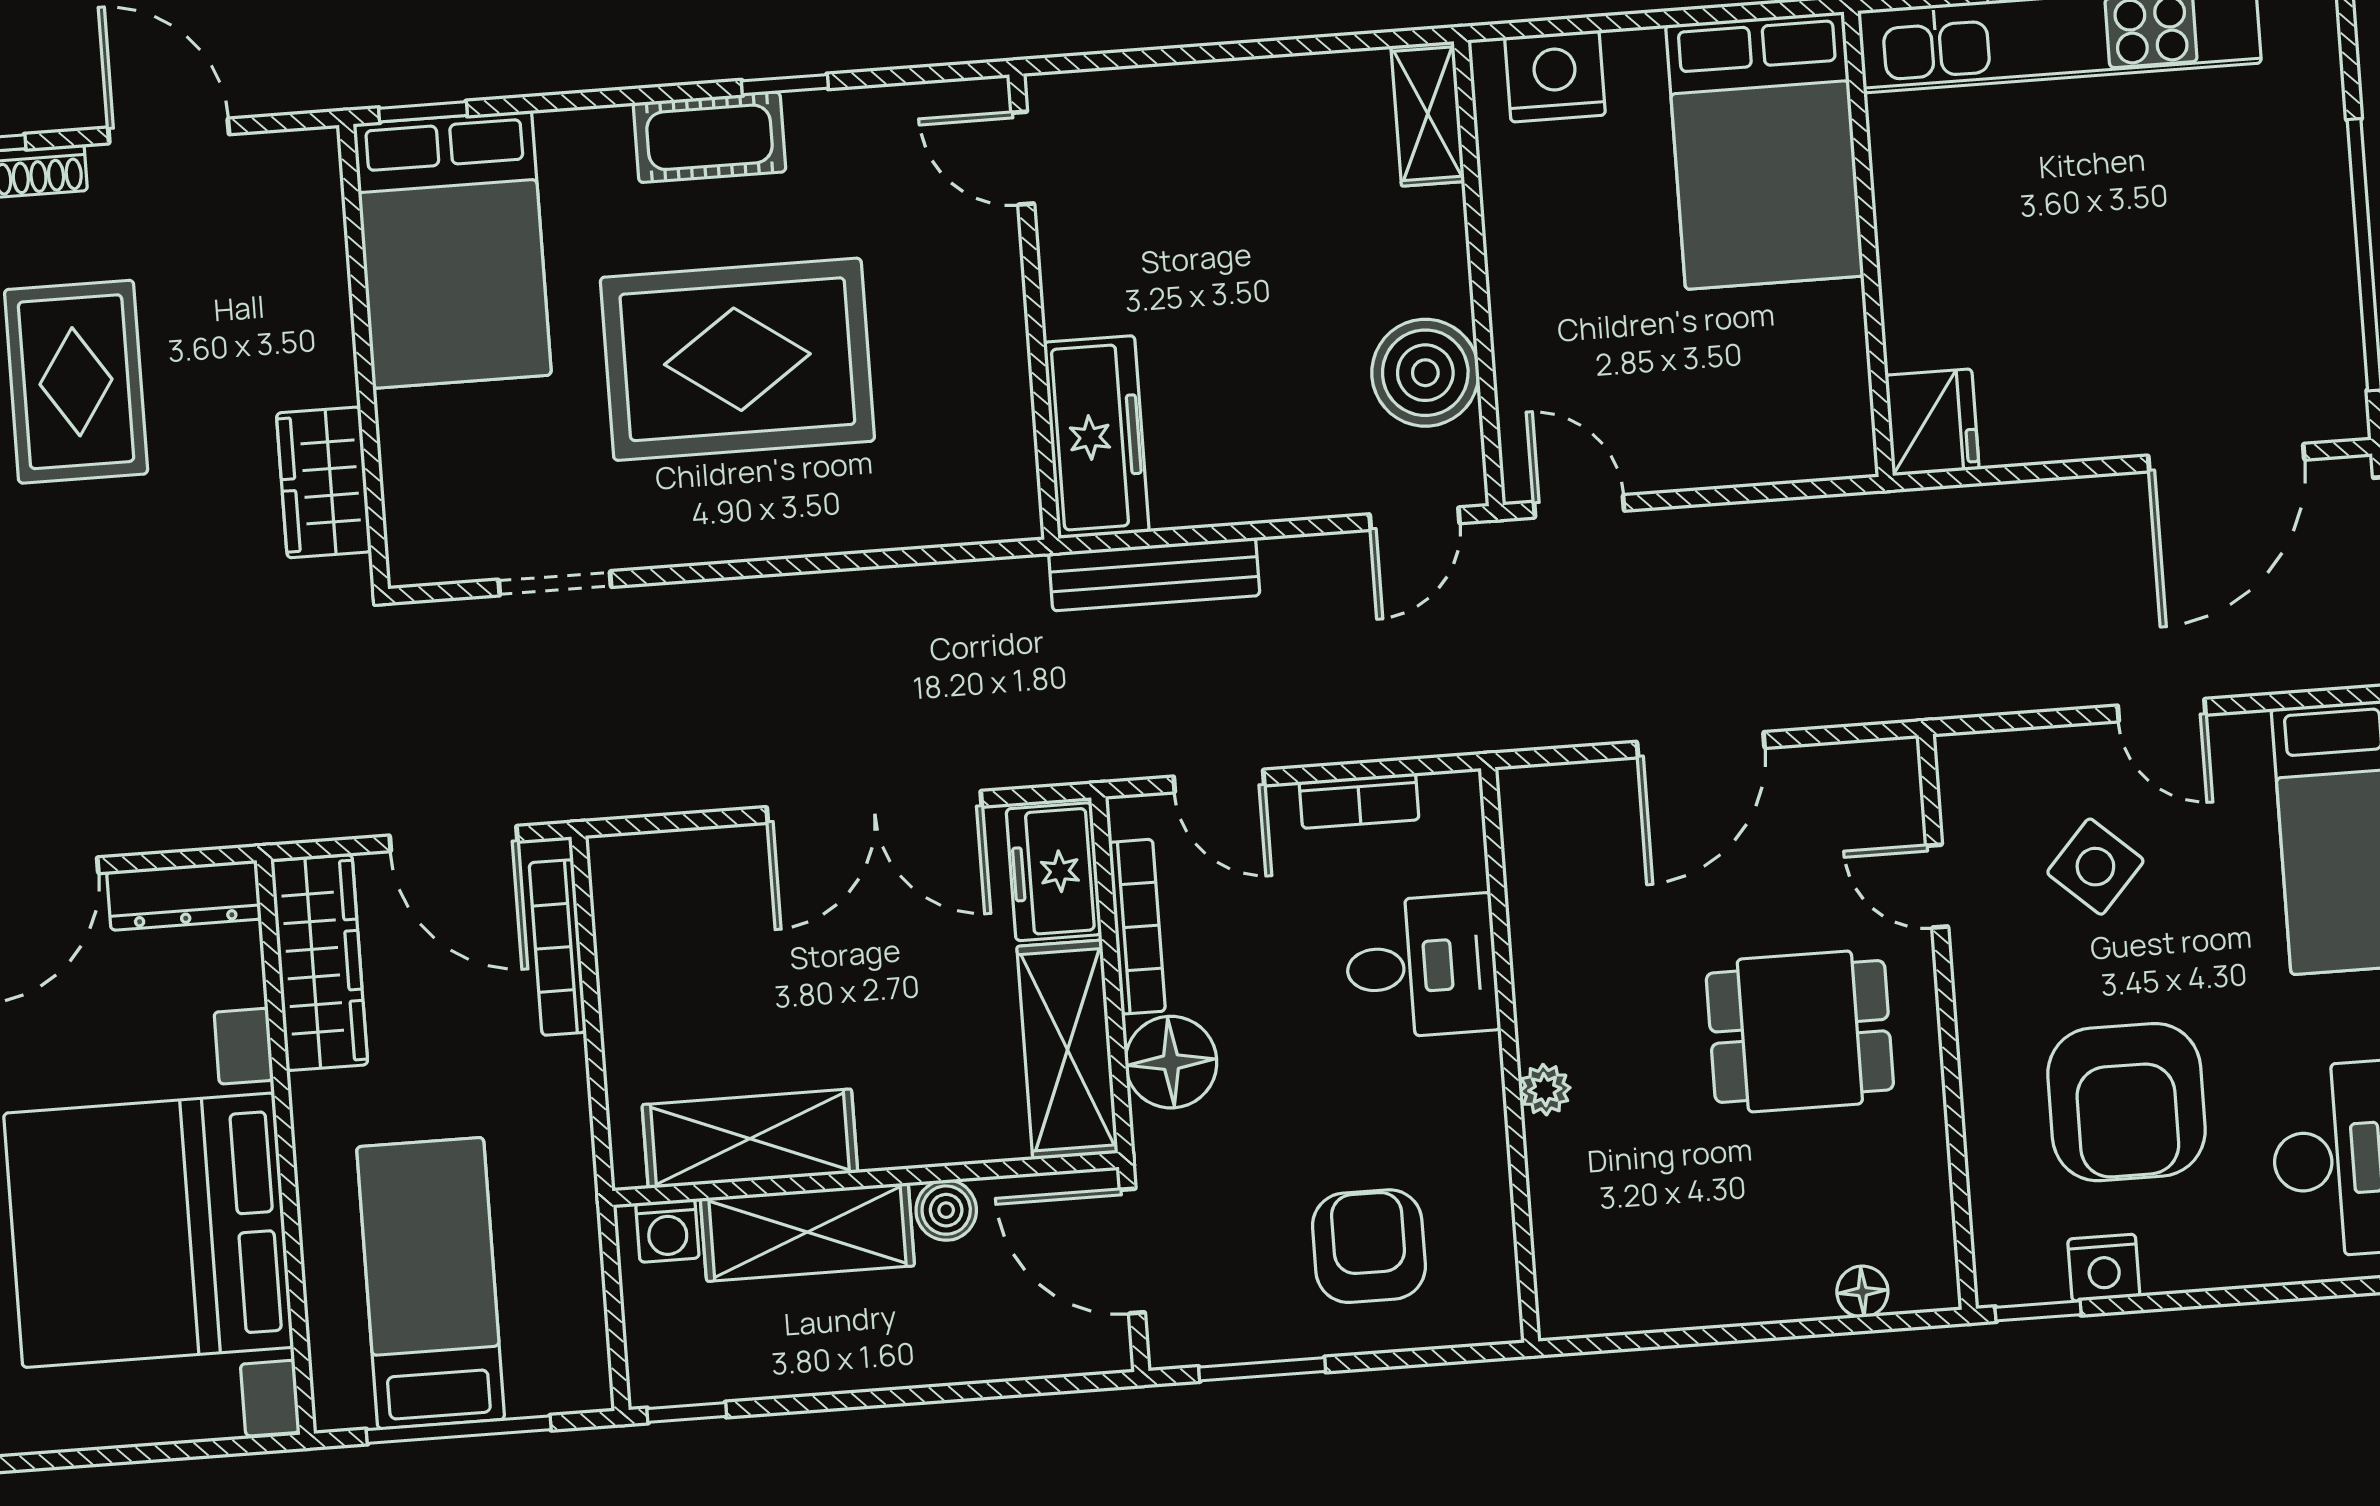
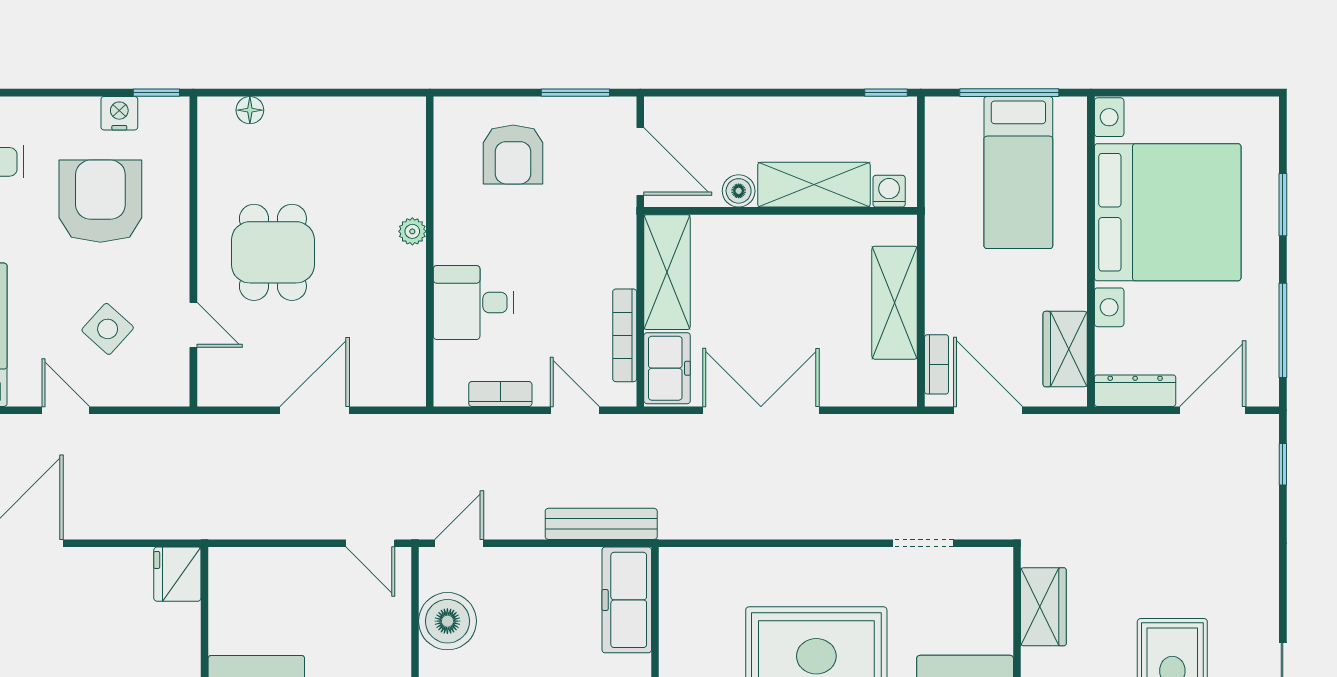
bookcase: (558, 948) -> (937, 364), width x0.64
wardrobe: (319, 963) -> (1065, 349), width x0.67
dining table: (1800, 1031) -> (273, 252), turned 90
floor lamp: (1171, 1062) -> (612, 261), removed
shelving: (750, 1139) -> (895, 303), moved, turned 90

